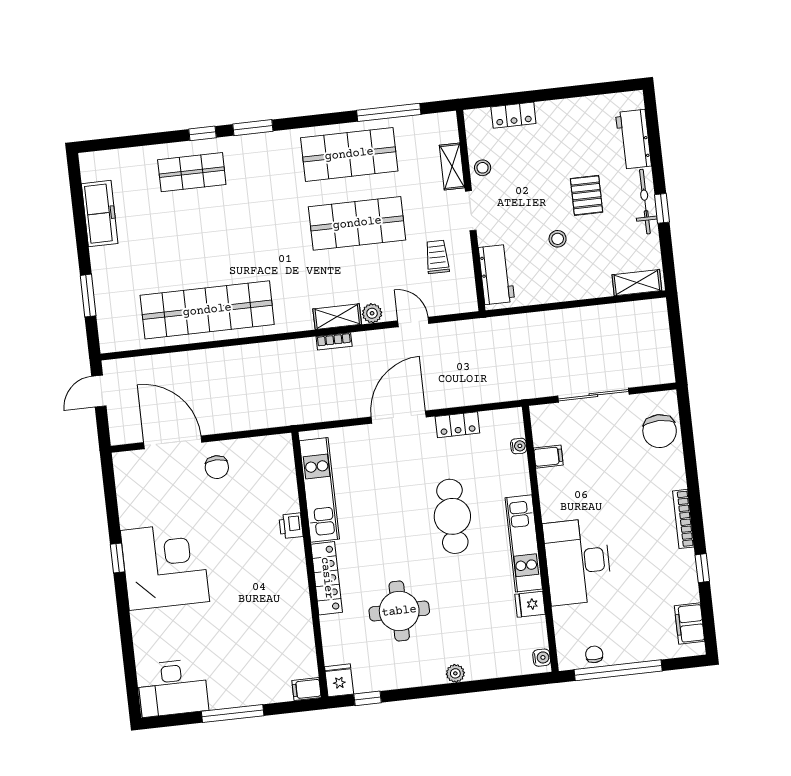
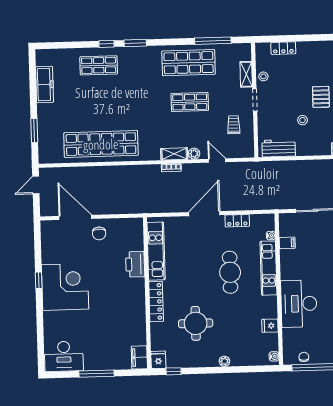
shop shelf: (357, 223) -> (190, 102), width x0.70, depth x0.74
workbench: (496, 274) -> (279, 148), moved, turned -90
printer: (291, 526) -> (135, 264), width x1.87, depth x1.48
kitchen unit: (524, 543) -> (269, 268), moved
filing cabinet: (306, 689) -> (139, 357), width x2.00

